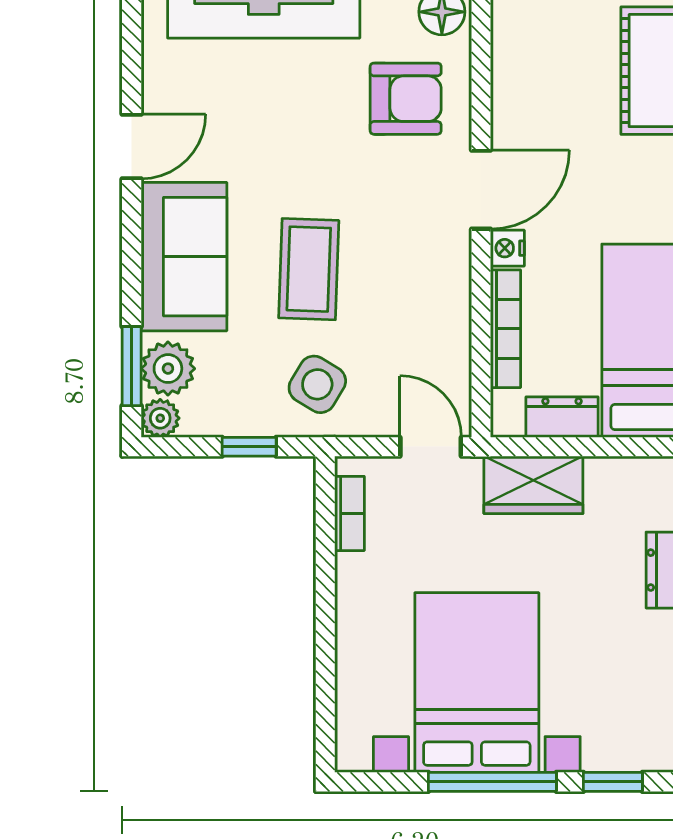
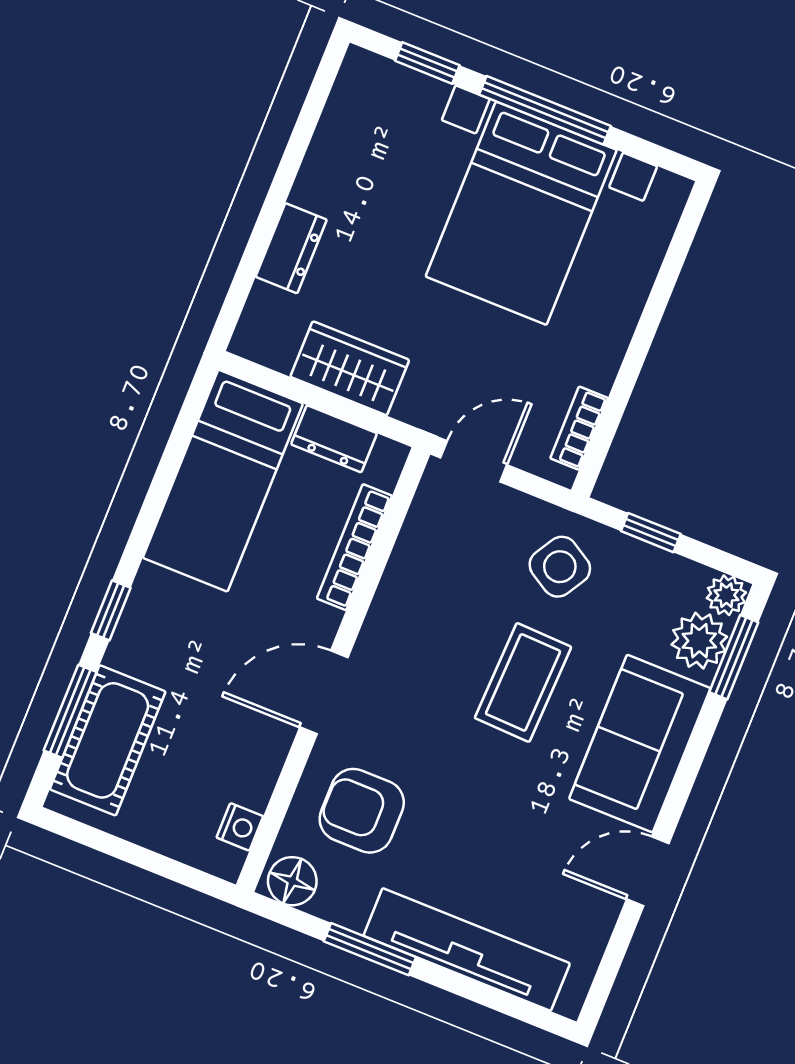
nightstand: (507, 248) -> (240, 827), moved
door: (431, 447) -> (474, 461), swing flipped
wardrobe: (533, 485) -> (350, 368), moved

